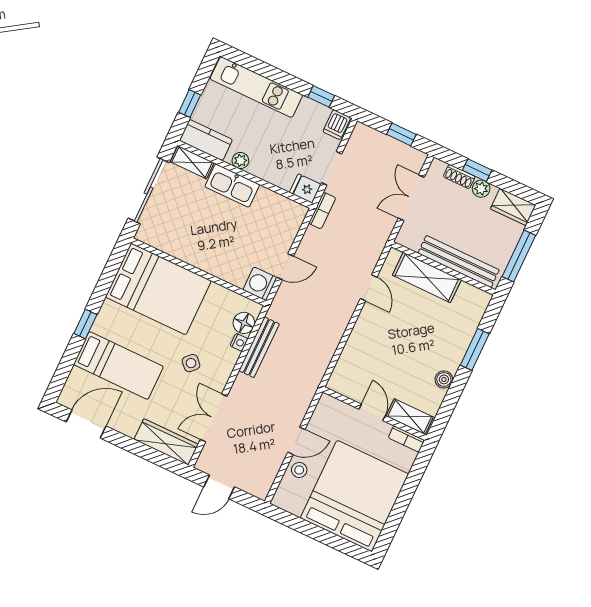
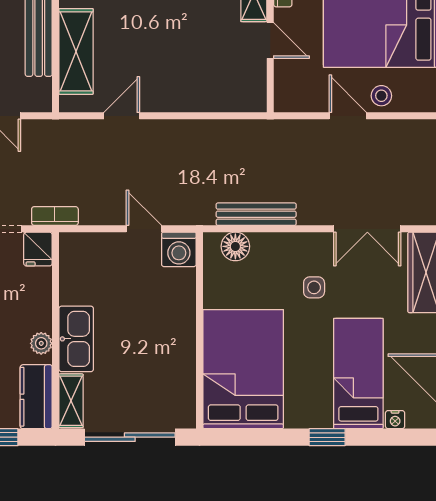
nightstand: (239, 342) -> (395, 420), moved, turned 180
side table: (191, 363) -> (314, 287), turned 45
door: (372, 412) -> (270, 40), swing flipped

